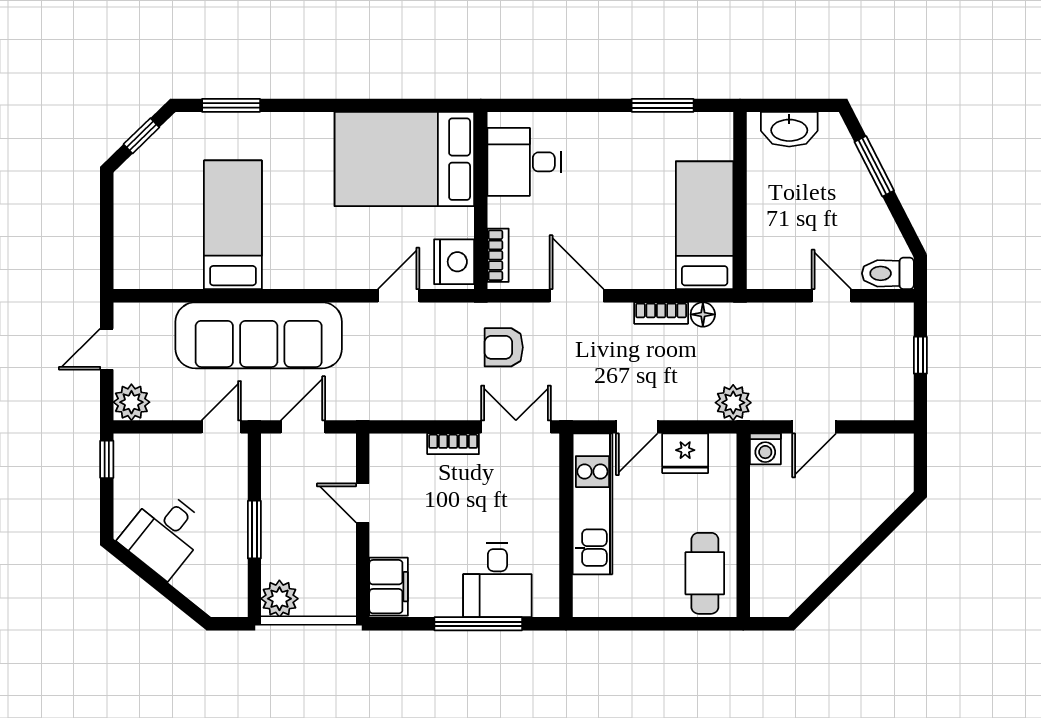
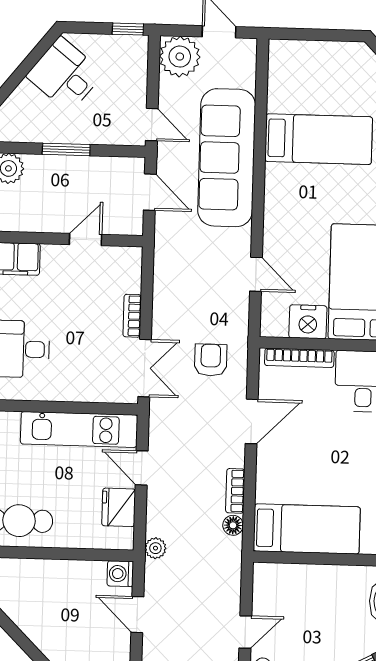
bookcase: (498, 255) -> (299, 358), width x1.56
nightstand: (454, 262) -> (308, 322), moved
plant: (131, 402) -> (180, 57), width x1.36, depth x1.36
plant: (733, 403) -> (155, 548), width x0.73, depth x0.73

